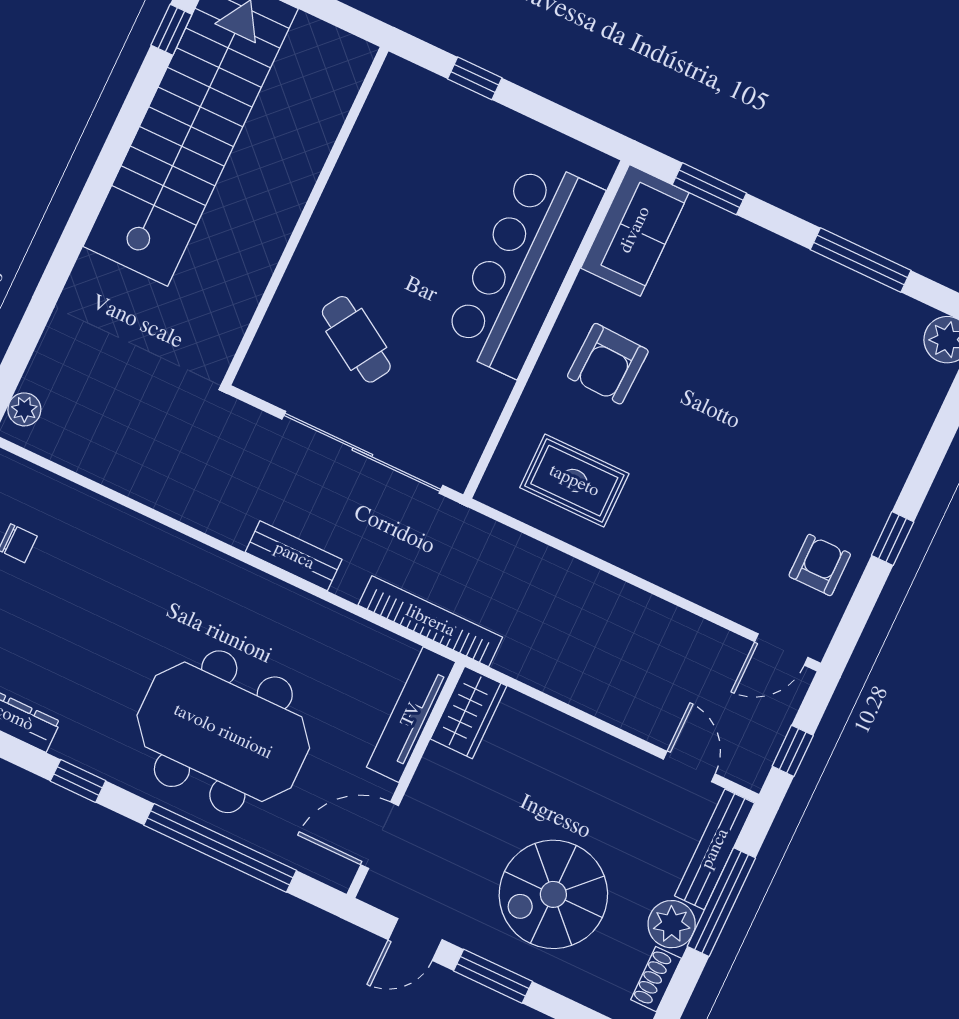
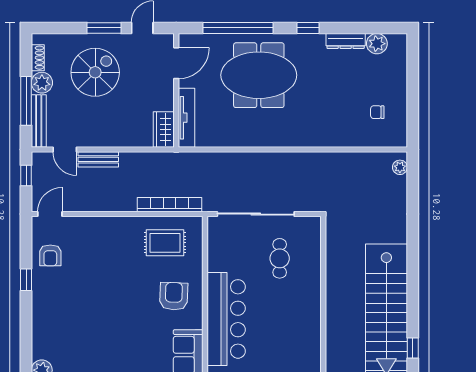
cafe table: (356, 339) -> (280, 258), turned 58
bench: (294, 556) -> (98, 159), moved
bookcase: (430, 621) -> (170, 205), moved, turned 180

